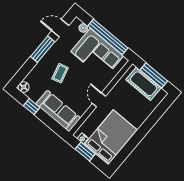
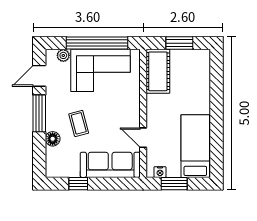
window: (154, 75) -> (179, 43), width x0.69
cot: (144, 84) -> (158, 71), moved, turned 90
floor lamp: (24, 87) -> (53, 139), moved
door: (99, 100) -> (143, 138), moved
bed: (111, 137) -> (195, 146), width x0.67

